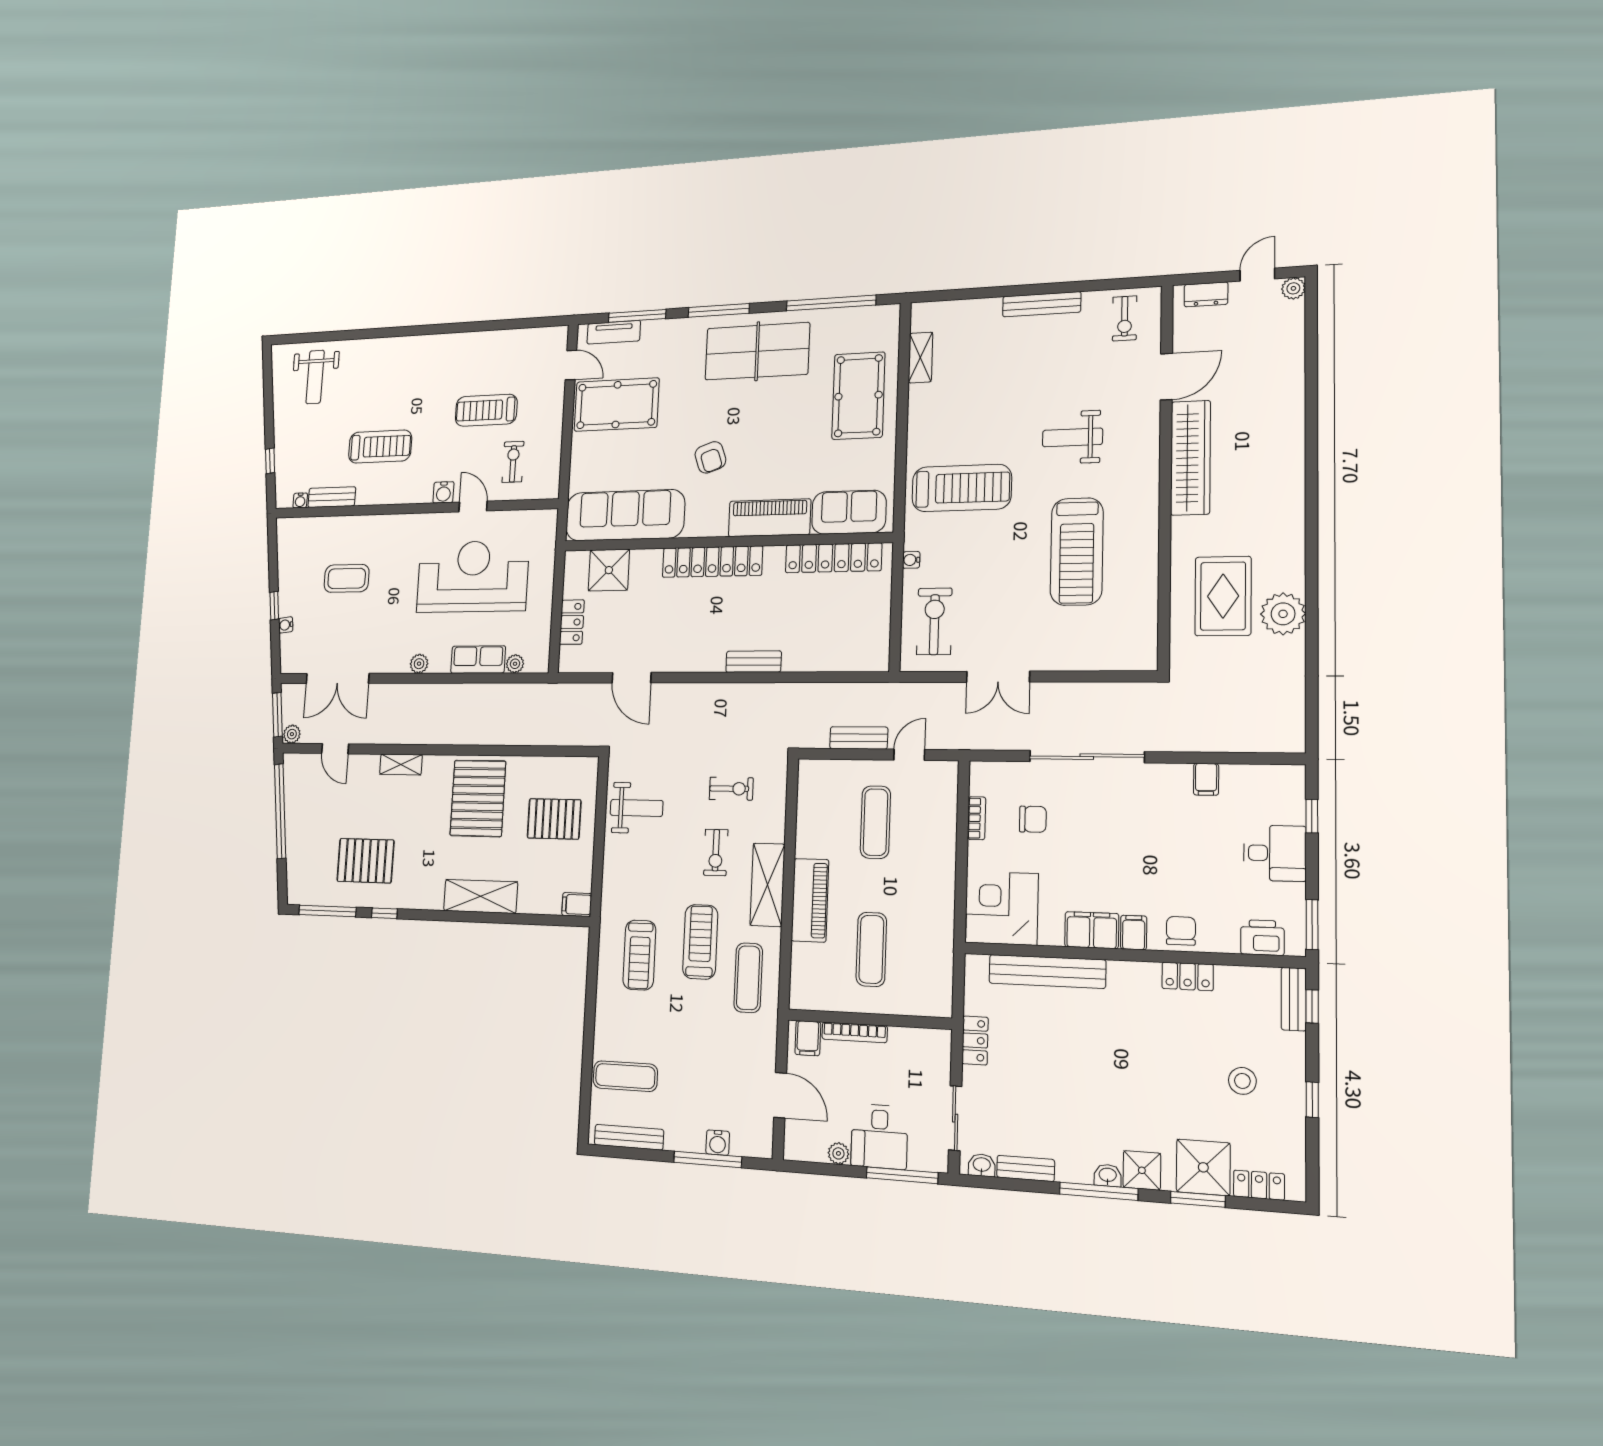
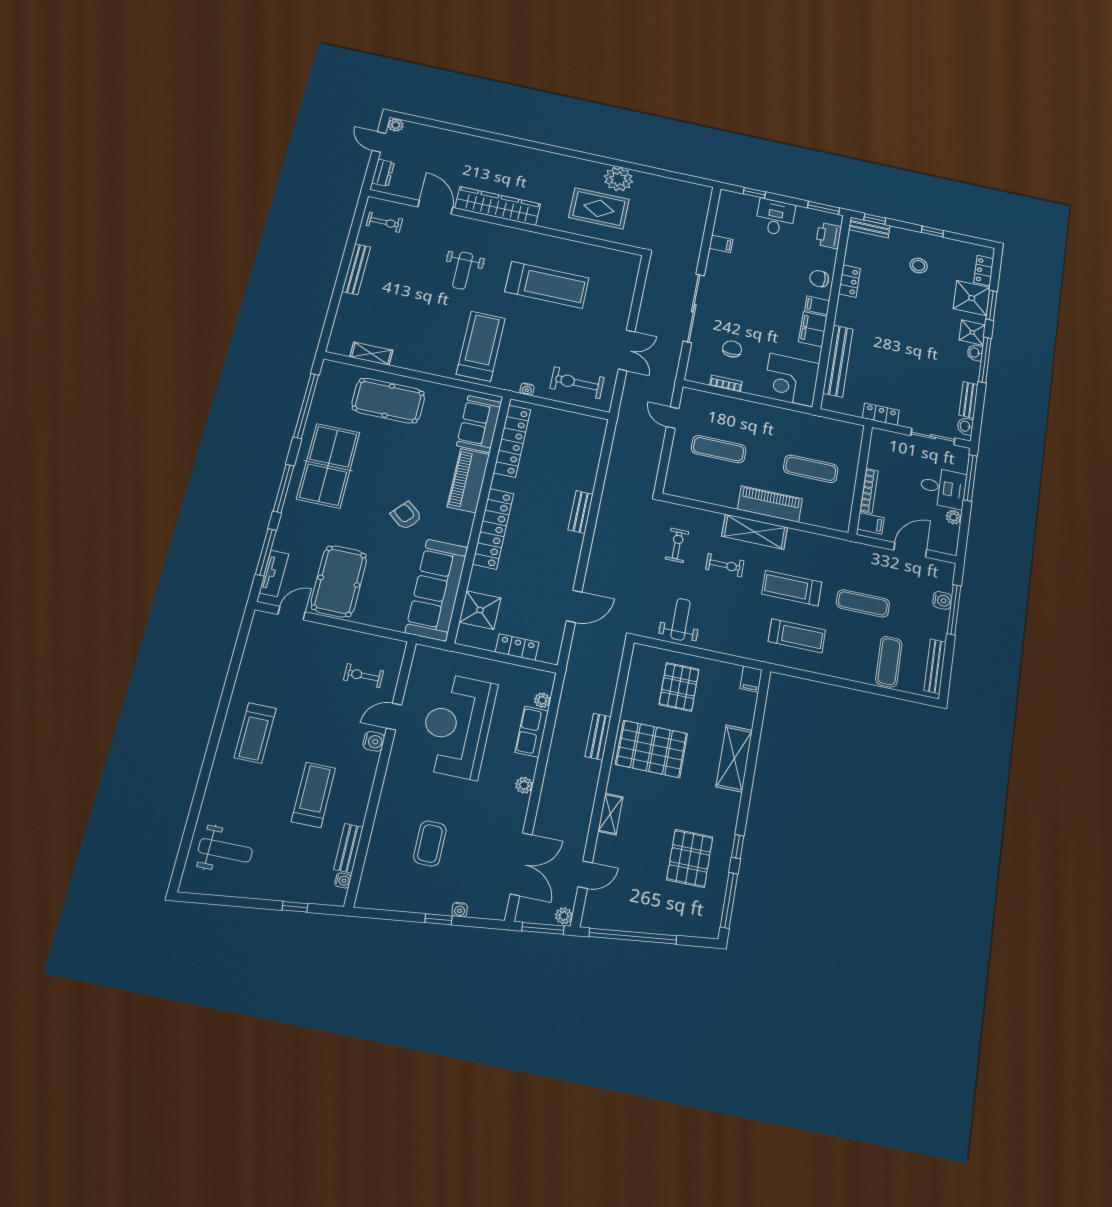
treadmill: (486, 410) -> (255, 733), moved
armchair: (710, 457) -> (406, 516), turned -121
bench: (859, 738) -> (598, 737), moved
exercise mat: (748, 978) -> (863, 603), moved

